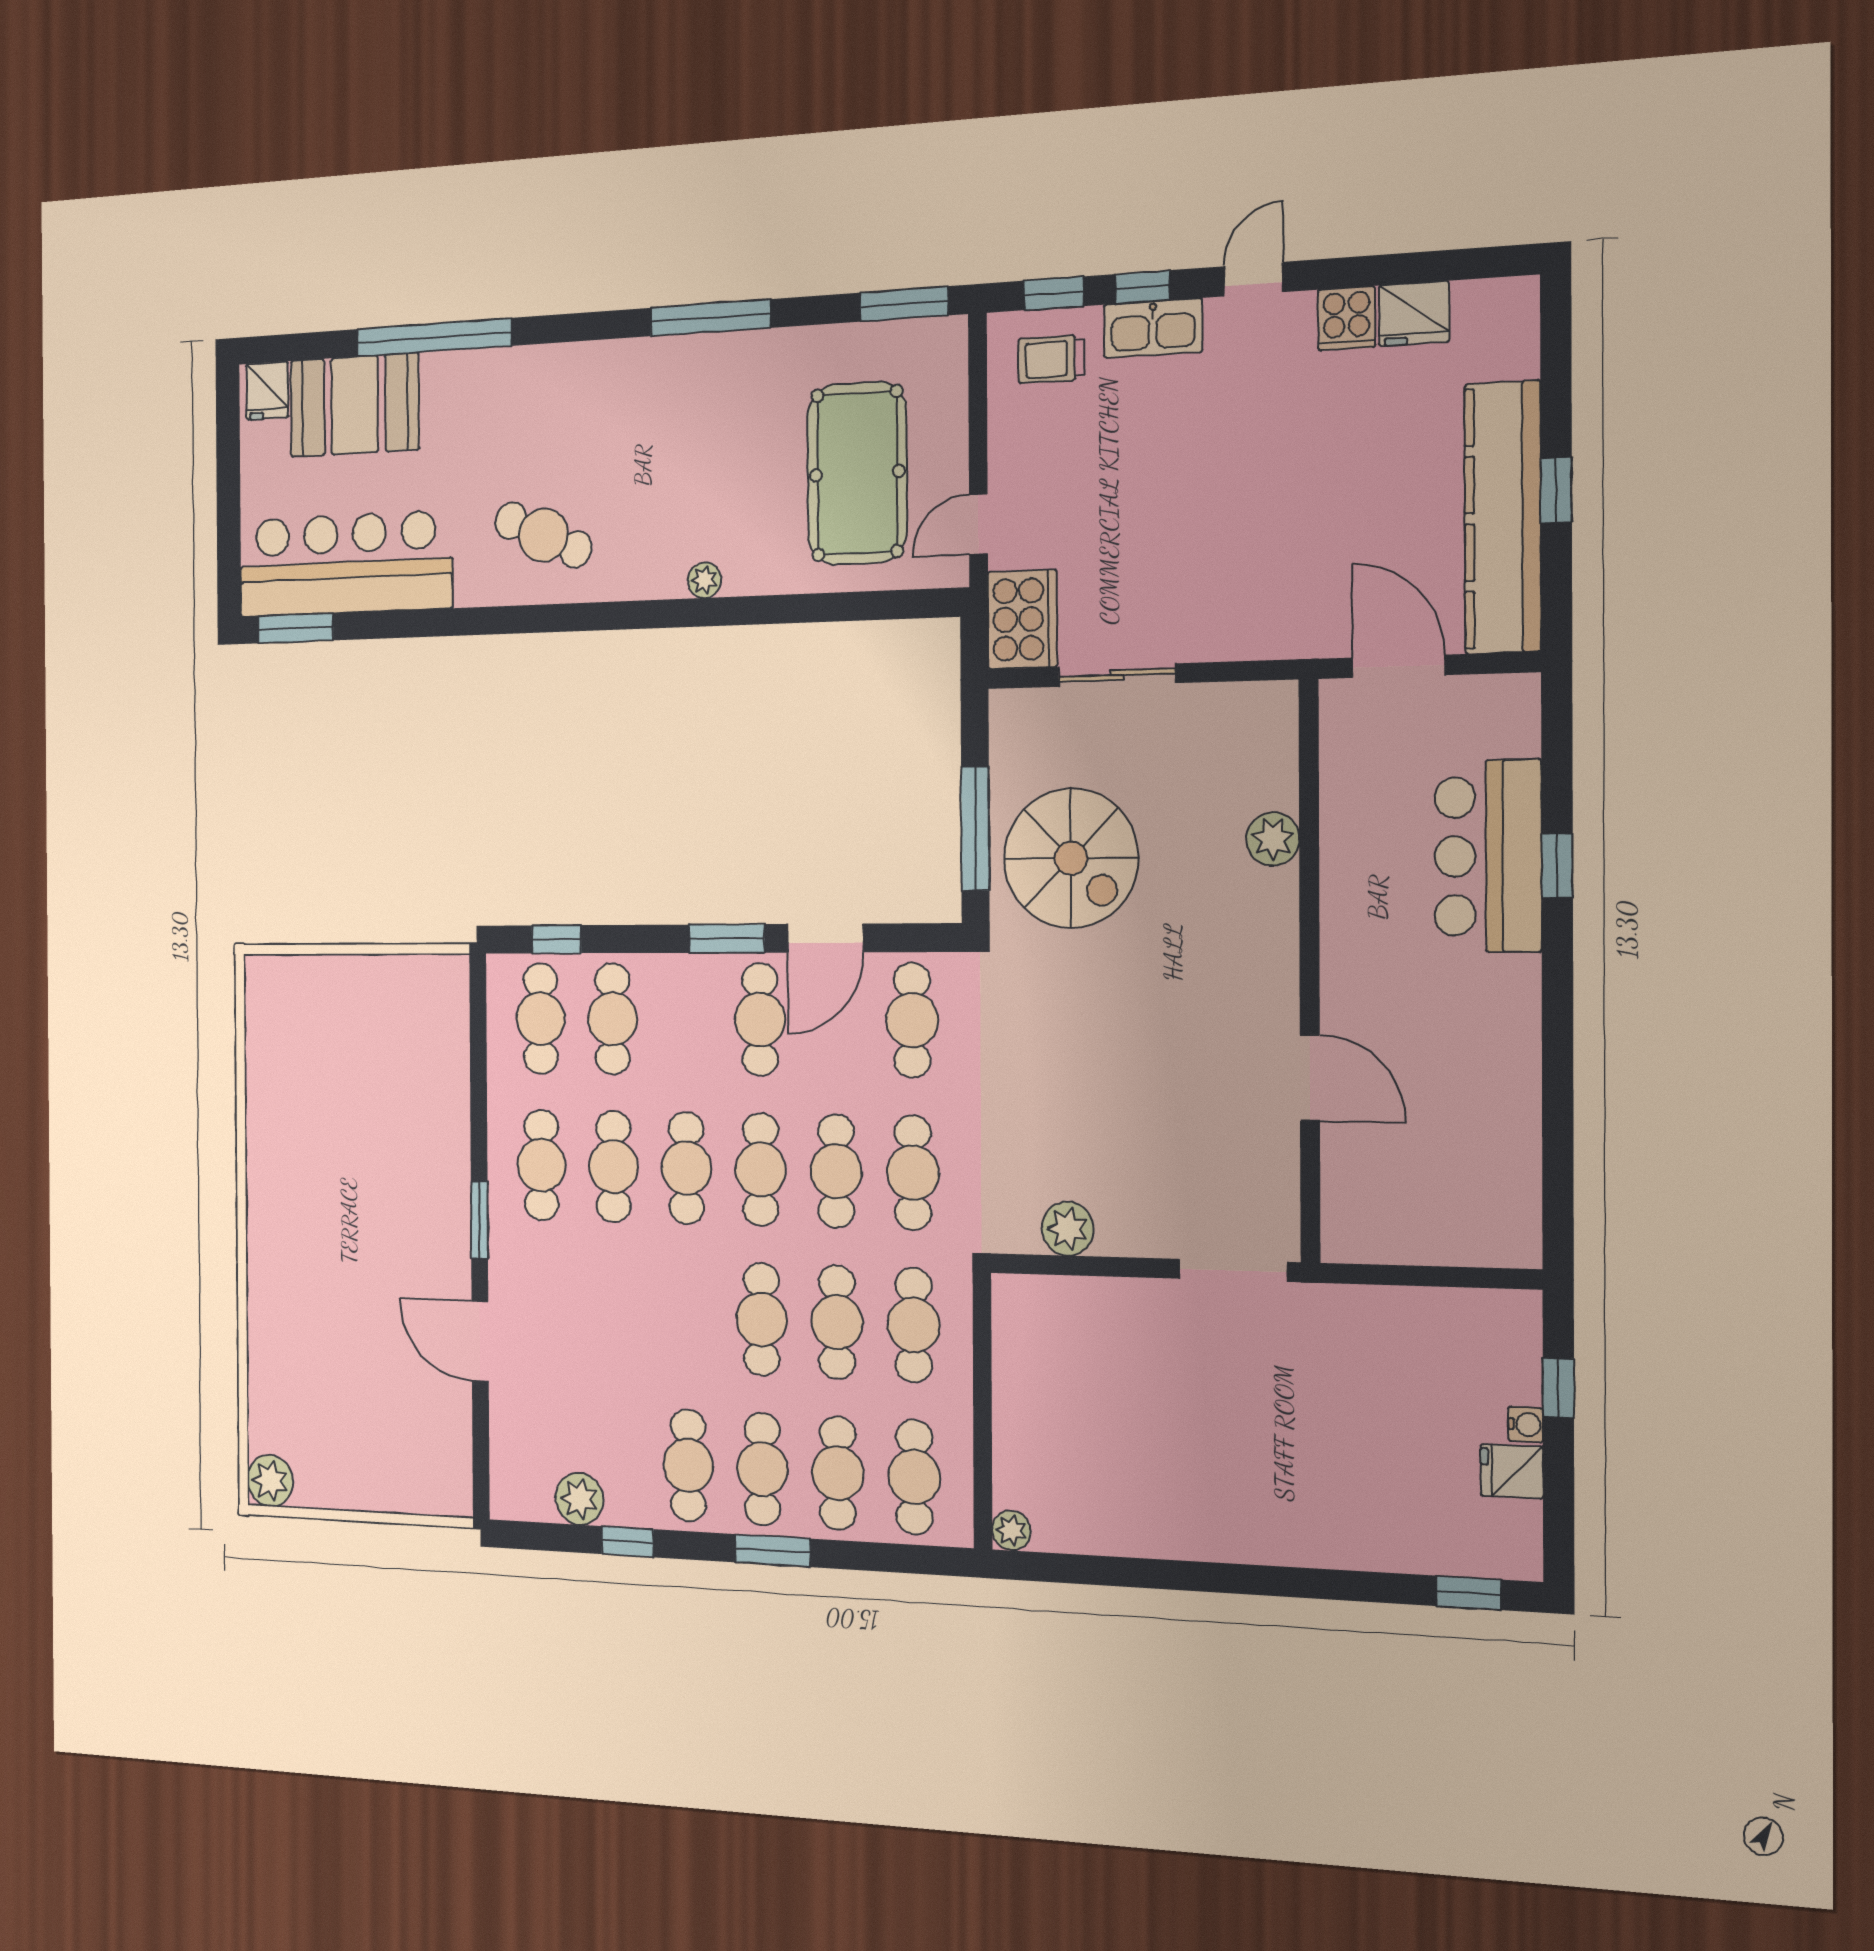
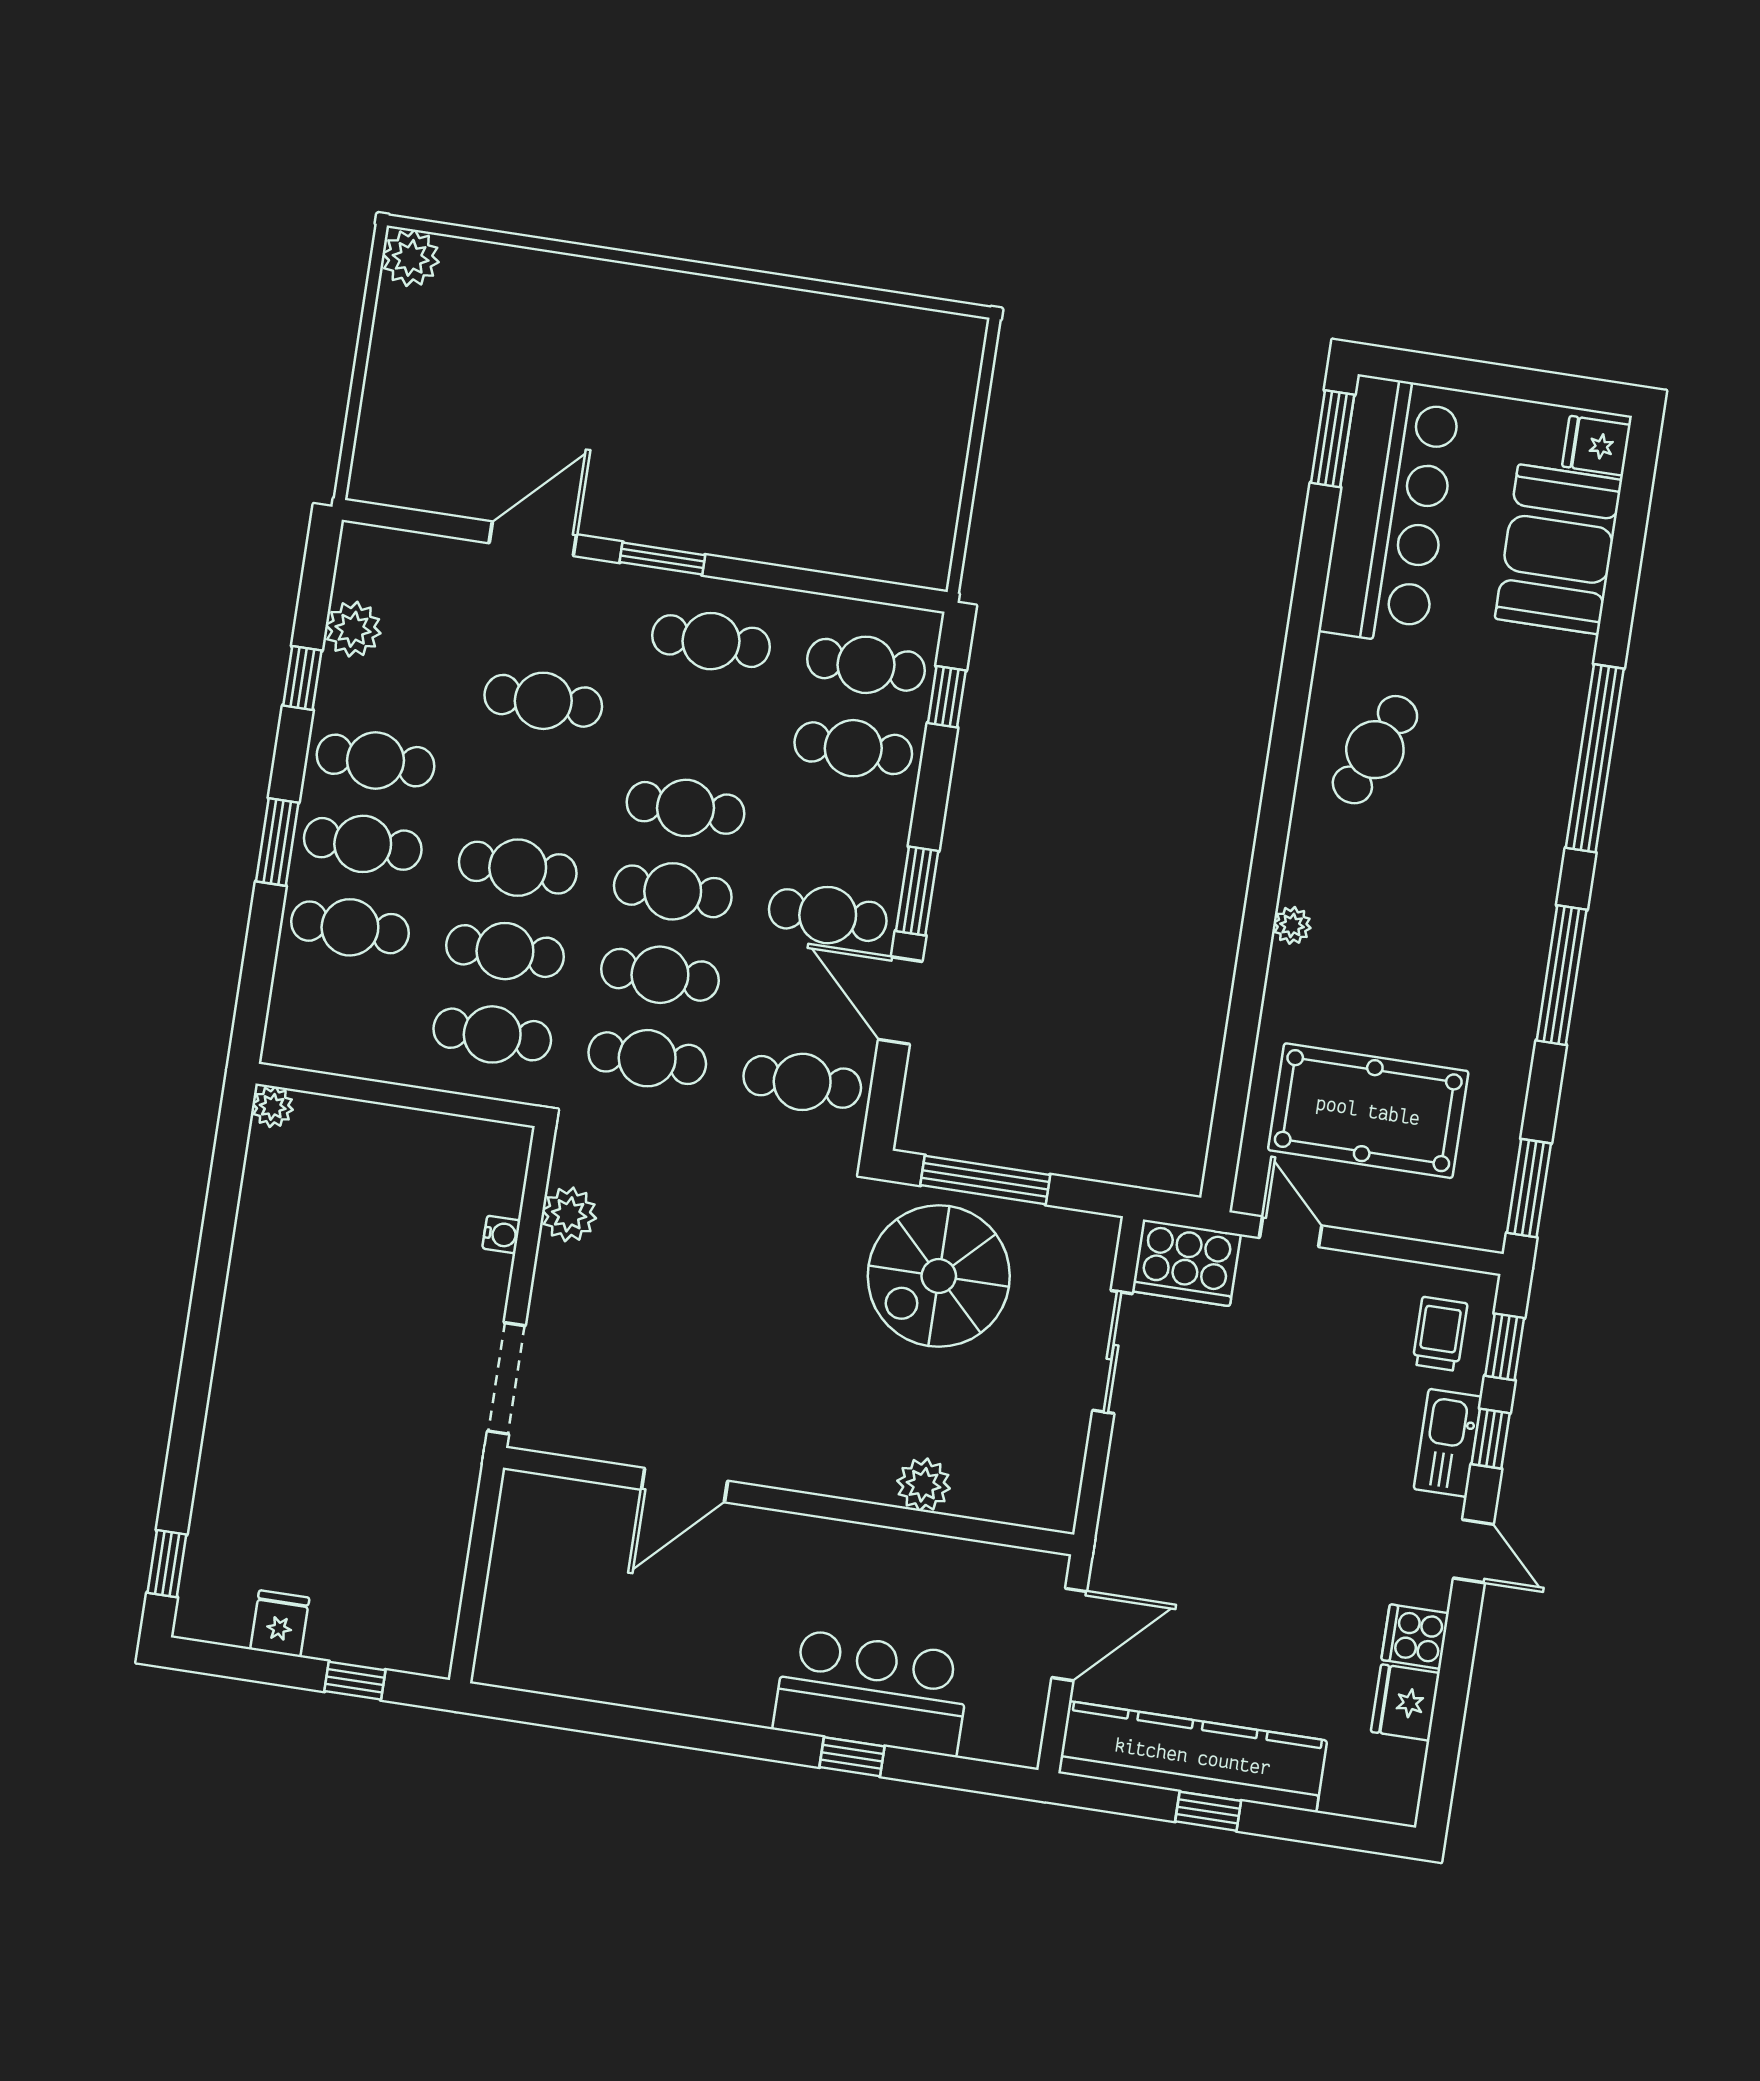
window: (434, 337) -> (1595, 758), moved
cafe table: (613, 1167) -> (543, 701), moved
water cooler: (1526, 1424) -> (501, 1235), moved, turned -90
cafe table: (914, 1477) -> (337, 1011), removed

